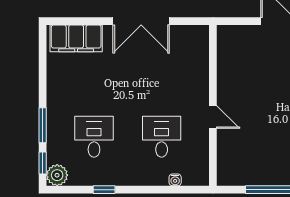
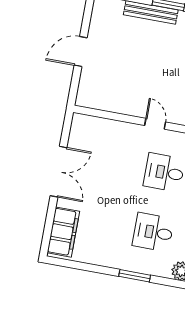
door: (213, 117) -> (155, 124), hinge flipped
window: (43, 163) -> (168, 282), removed

